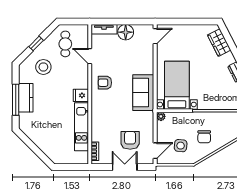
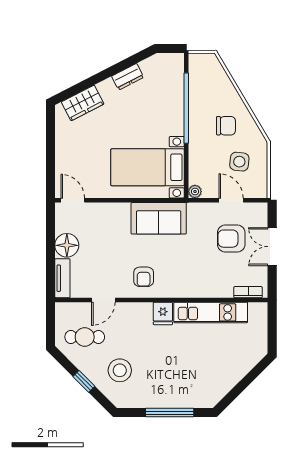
kitchen counter: (26, 98) -> (167, 397), removed
door: (155, 151) -> (231, 200), moved

